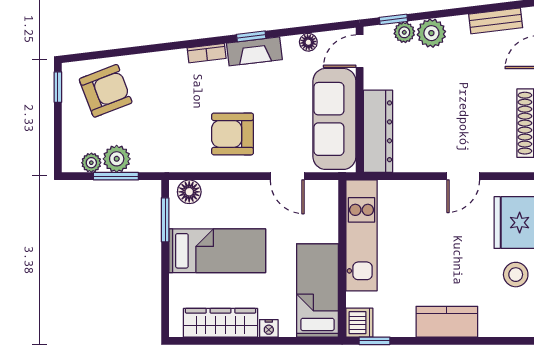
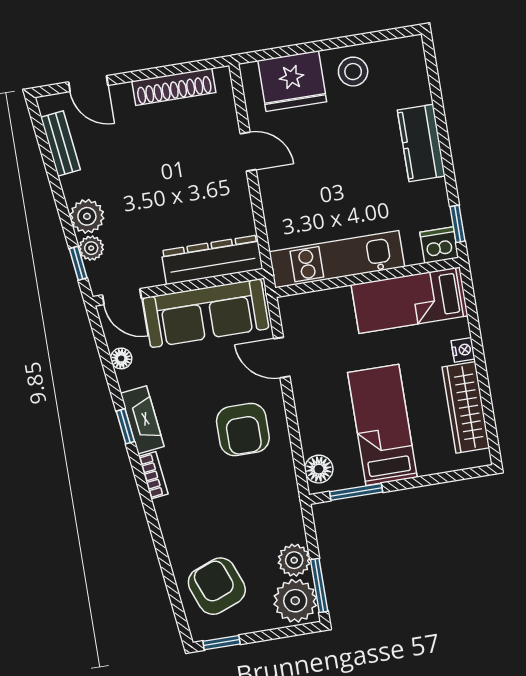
plant: (91, 163) -> (295, 601), width x1.87, depth x1.87
window: (116, 176) -> (319, 585), moved
door: (287, 176) -> (282, 358), swing flipped

